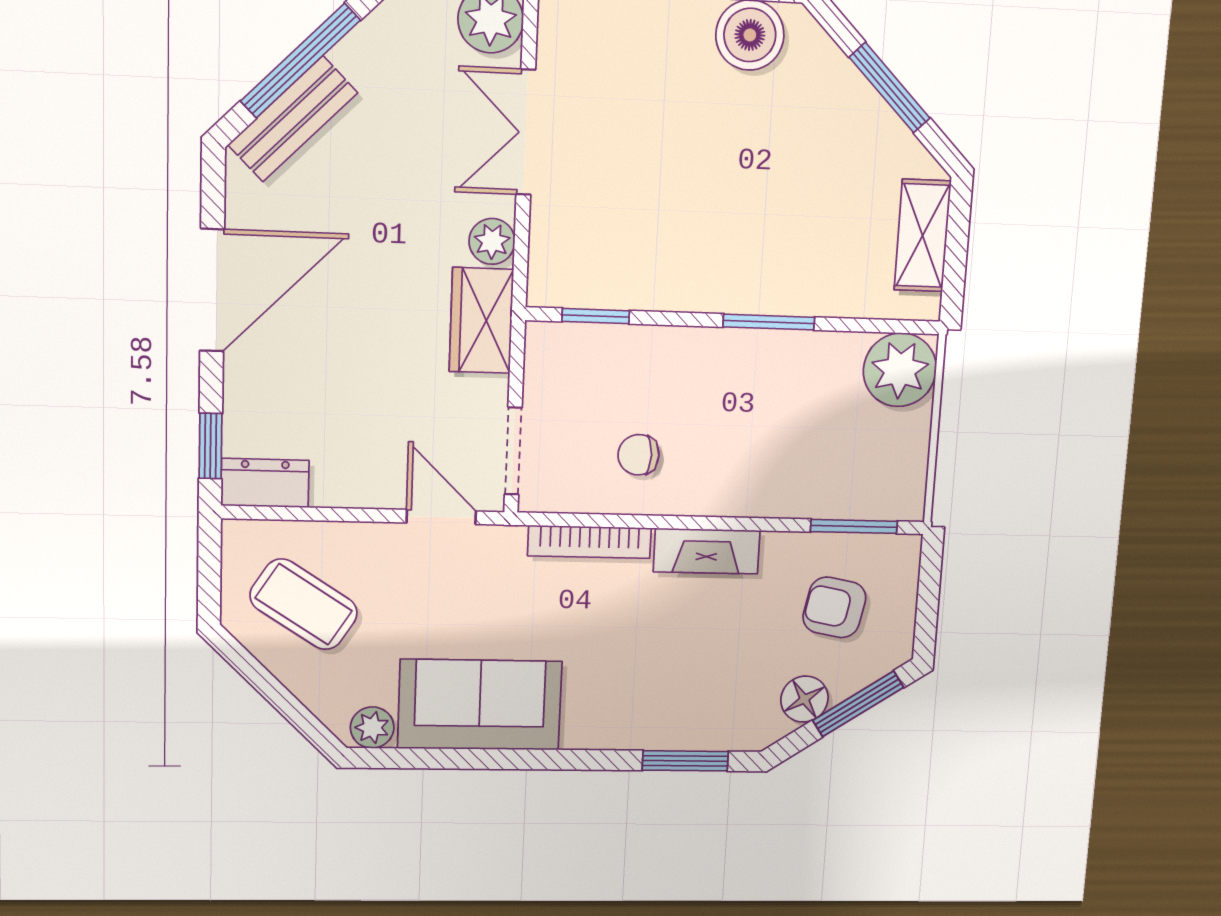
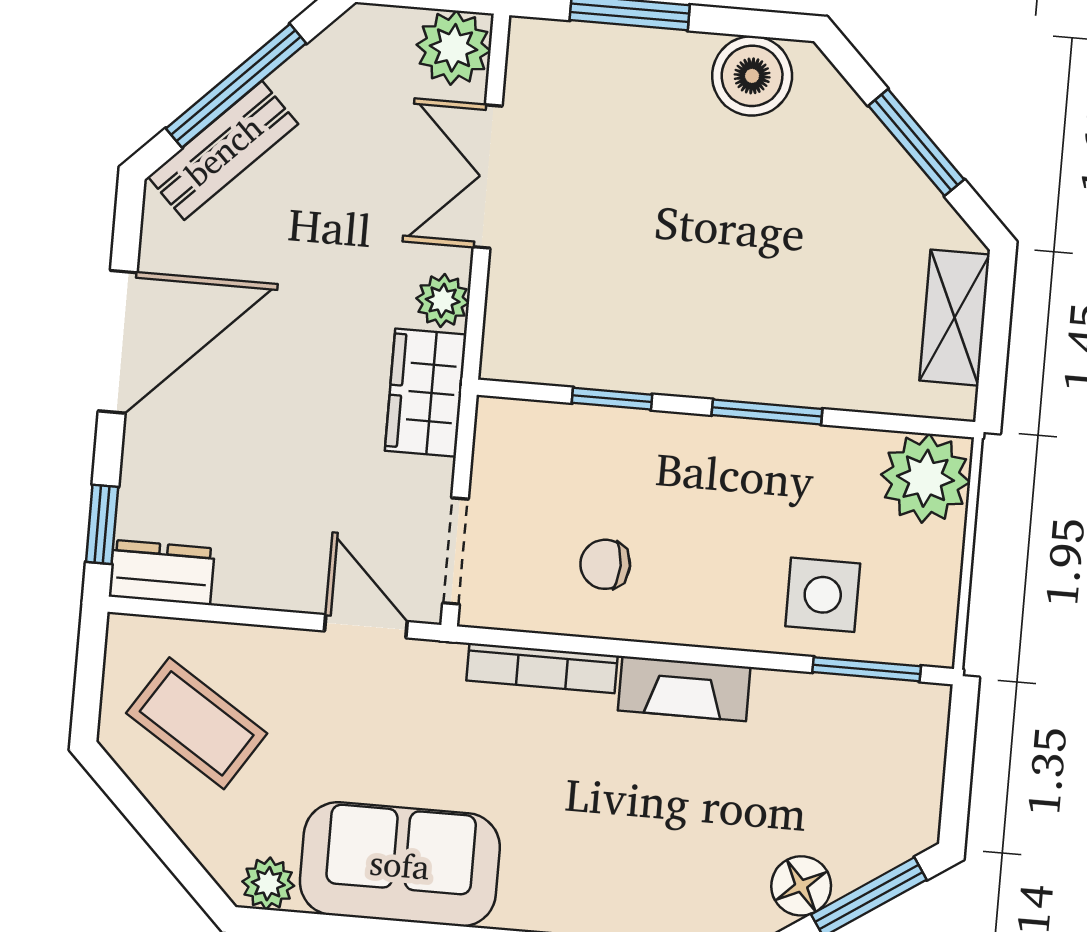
window: (596, 316) -> (612, 399), moved
side table: (818, 469) -> (823, 595), added
armchair: (834, 607) -> (841, 770), removed

